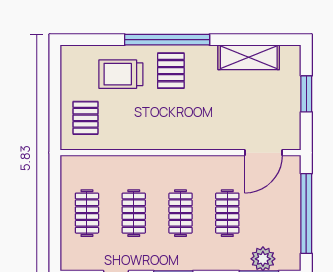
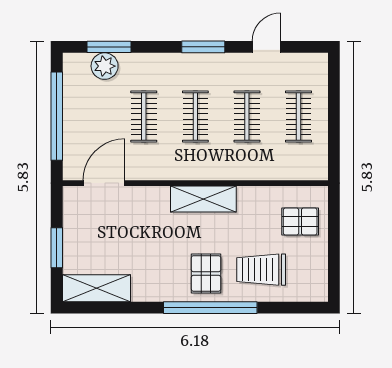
shelving: (249, 57) -> (97, 288), moved
trolley: (121, 74) -> (261, 270), turned 180
pallet: (86, 118) -> (300, 222), turned 90
shelving: (173, 138) -> (203, 199), added

